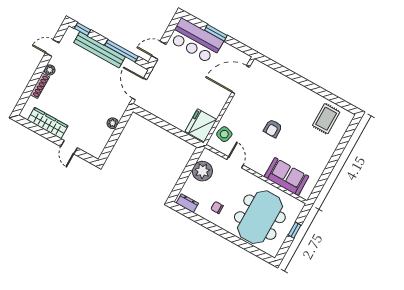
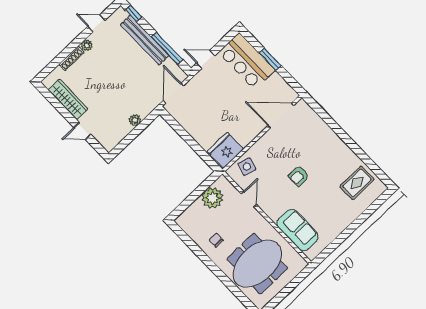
door: (69, 147) -> (82, 131), hinge flipped
dresser: (187, 203) -> (187, 226), removed
window: (295, 230) -> (289, 288), removed

